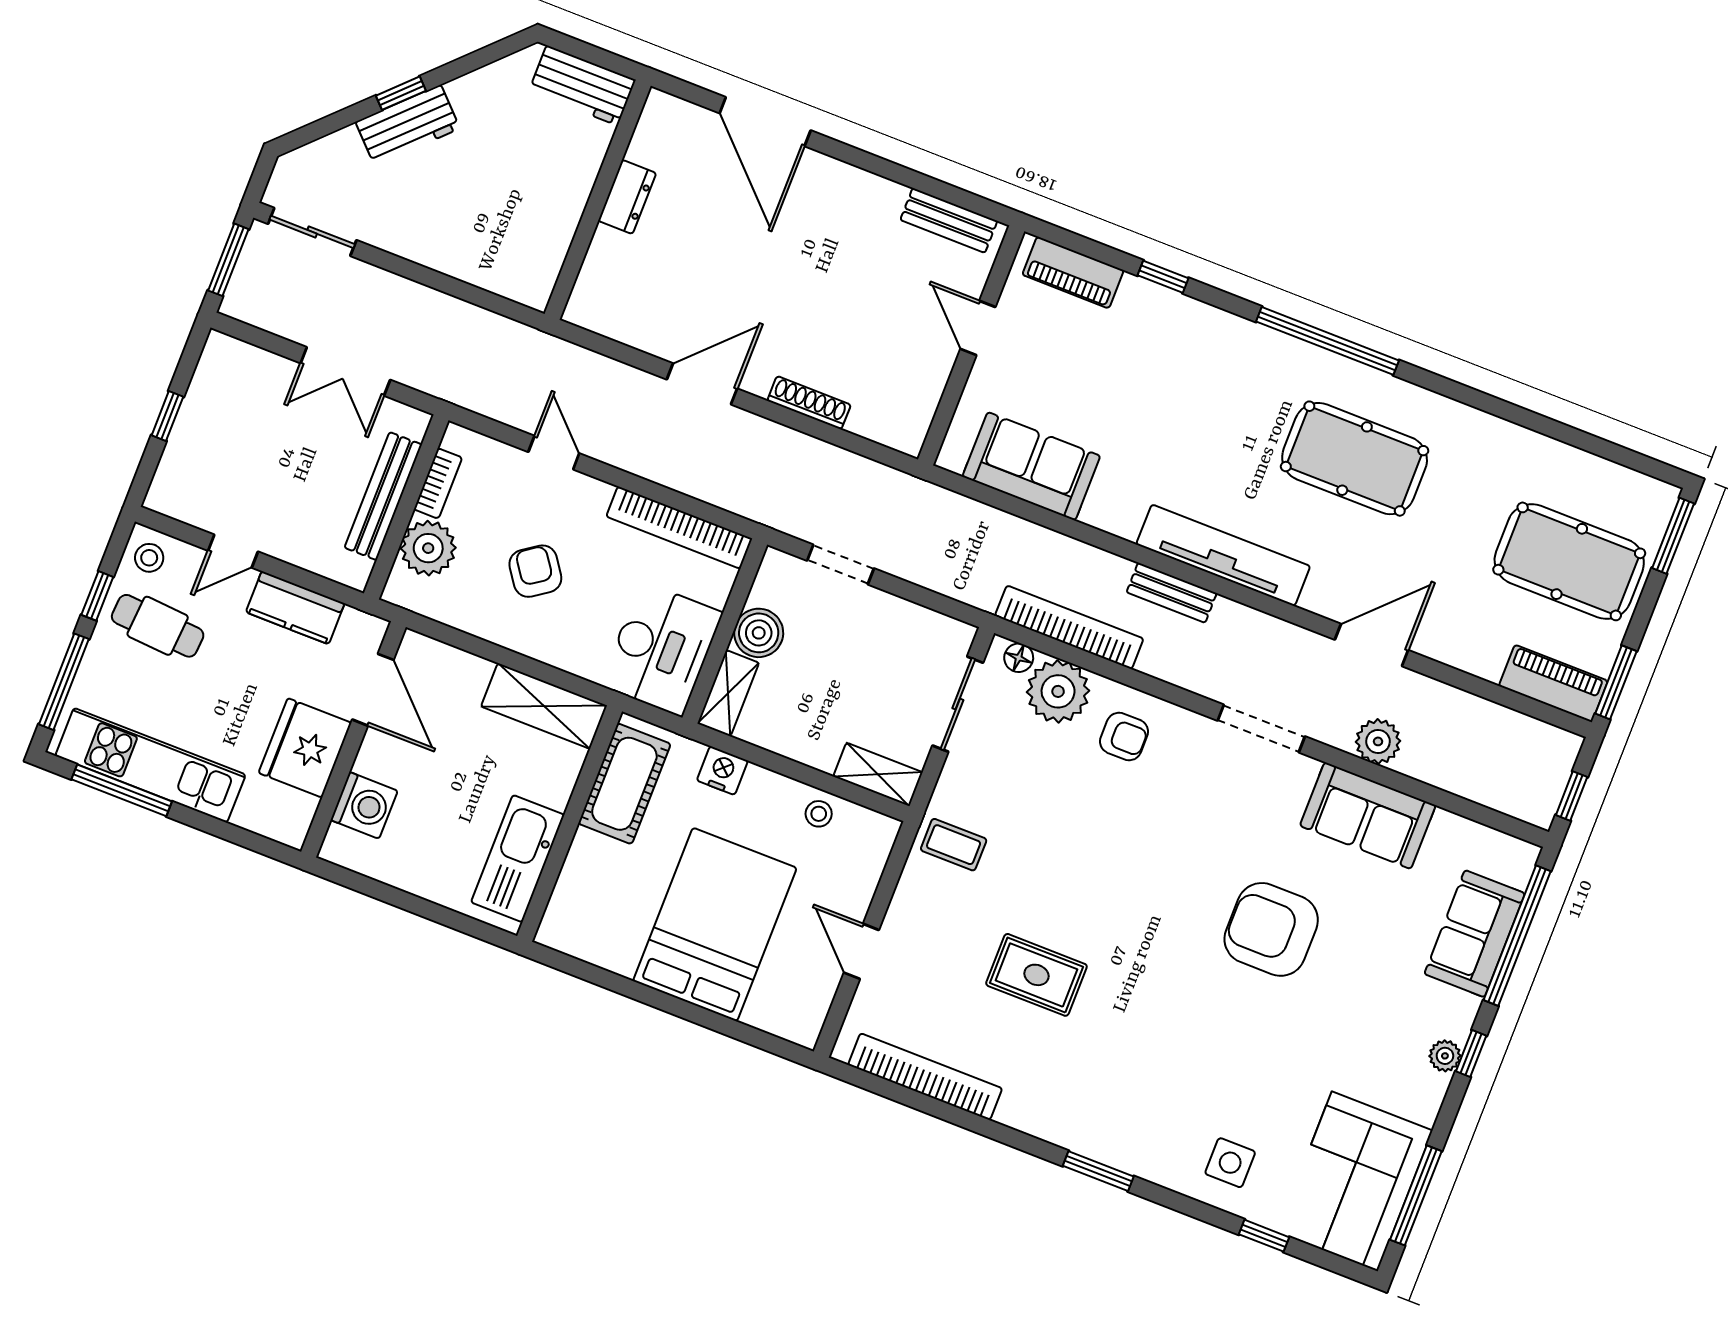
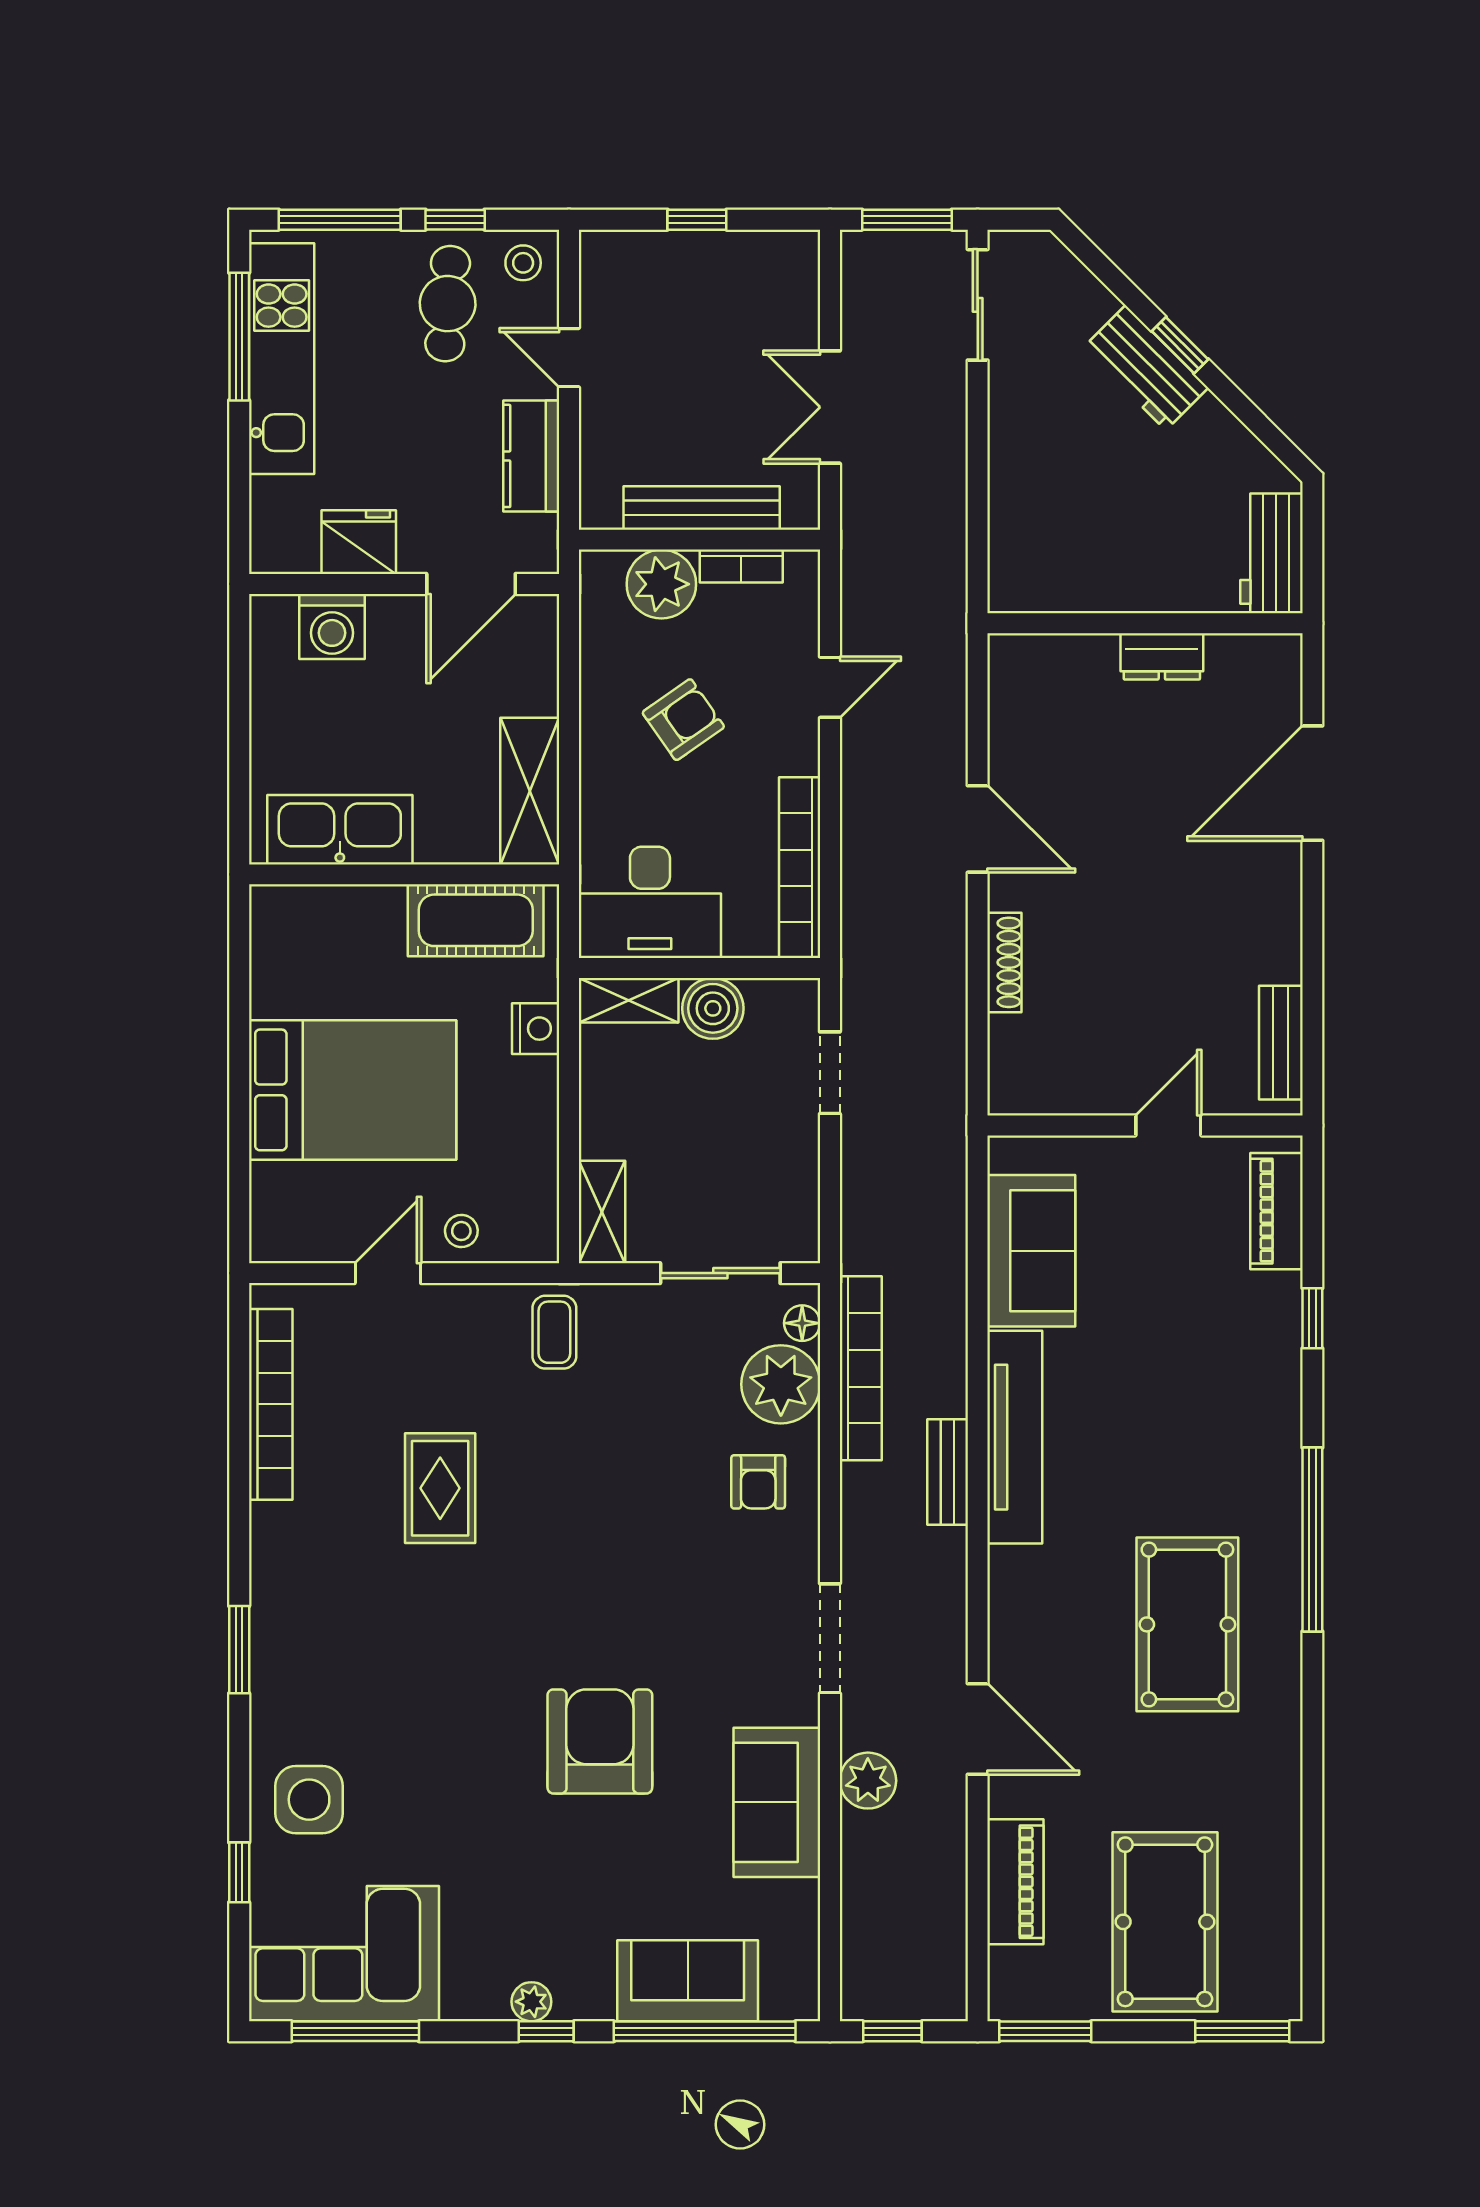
tv unit: (1223, 555) -> (1015, 1437), moved
piano: (1553, 683) -> (1015, 1882), moved
fridge: (305, 748) -> (359, 542), width x0.73, depth x0.75
stool: (819, 814) -> (461, 1231), moved
side table: (1230, 1163) -> (309, 1800), width x1.37, depth x1.37

